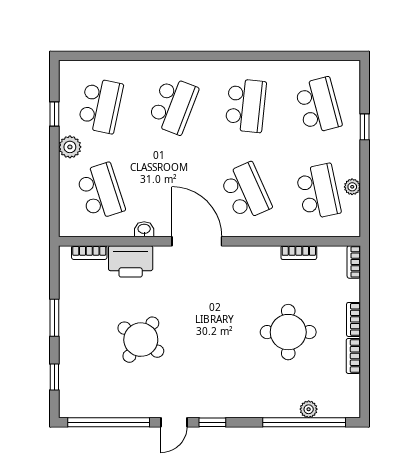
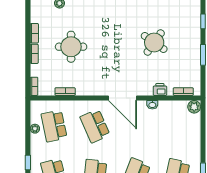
plant: (70, 147) -> (194, 107), moved
school desk: (101, 192) -> (177, 126), removed
printer: (131, 261) -> (160, 90), width x0.53, depth x0.68

